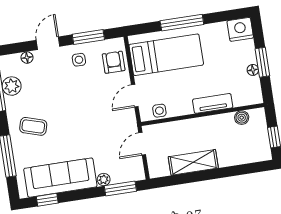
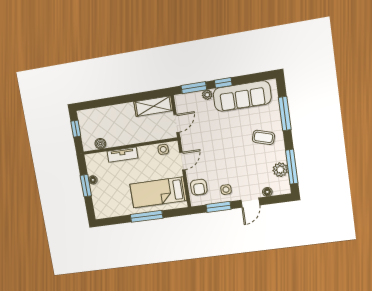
nightstand: (240, 29) -> (103, 210), removed
shelving: (193, 162) -> (153, 106), moved
window: (47, 200) -> (223, 83), moved

